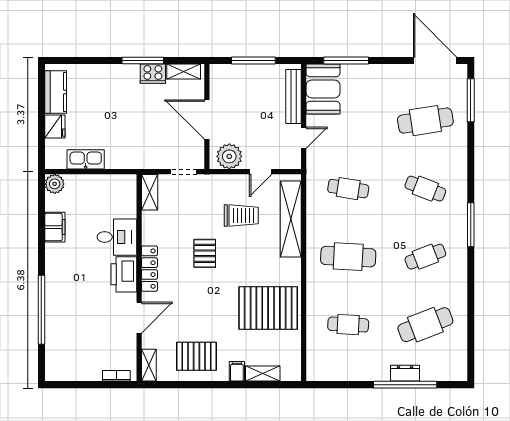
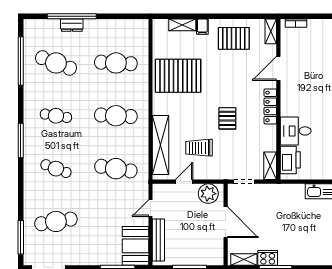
cafe table: (348, 189) -> (116, 169), width x1.37, depth x1.35
cafe table: (425, 257) -> (56, 116), turned 30
printer: (124, 274) -> (290, 160), moved
cafe table: (348, 325) -> (116, 63), width x1.37, depth x1.35
cafe table: (425, 325) -> (56, 63), turned 42
window: (471, 327) -> (21, 61), added

